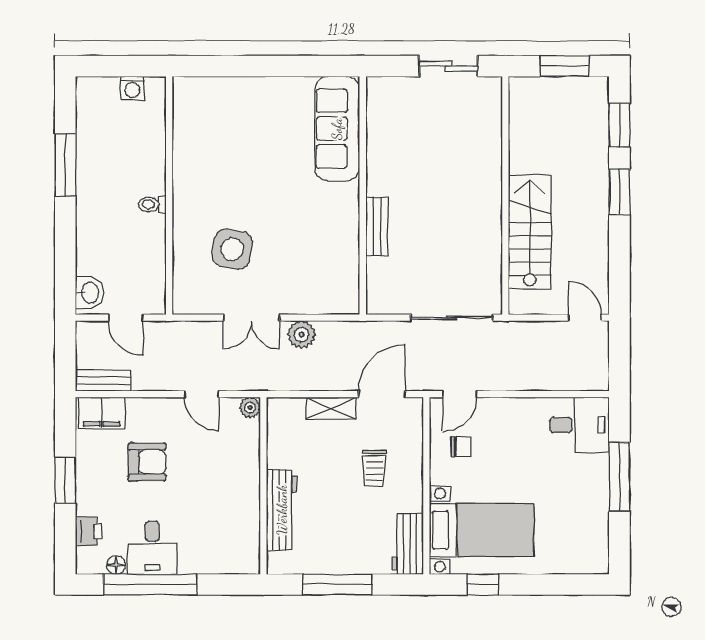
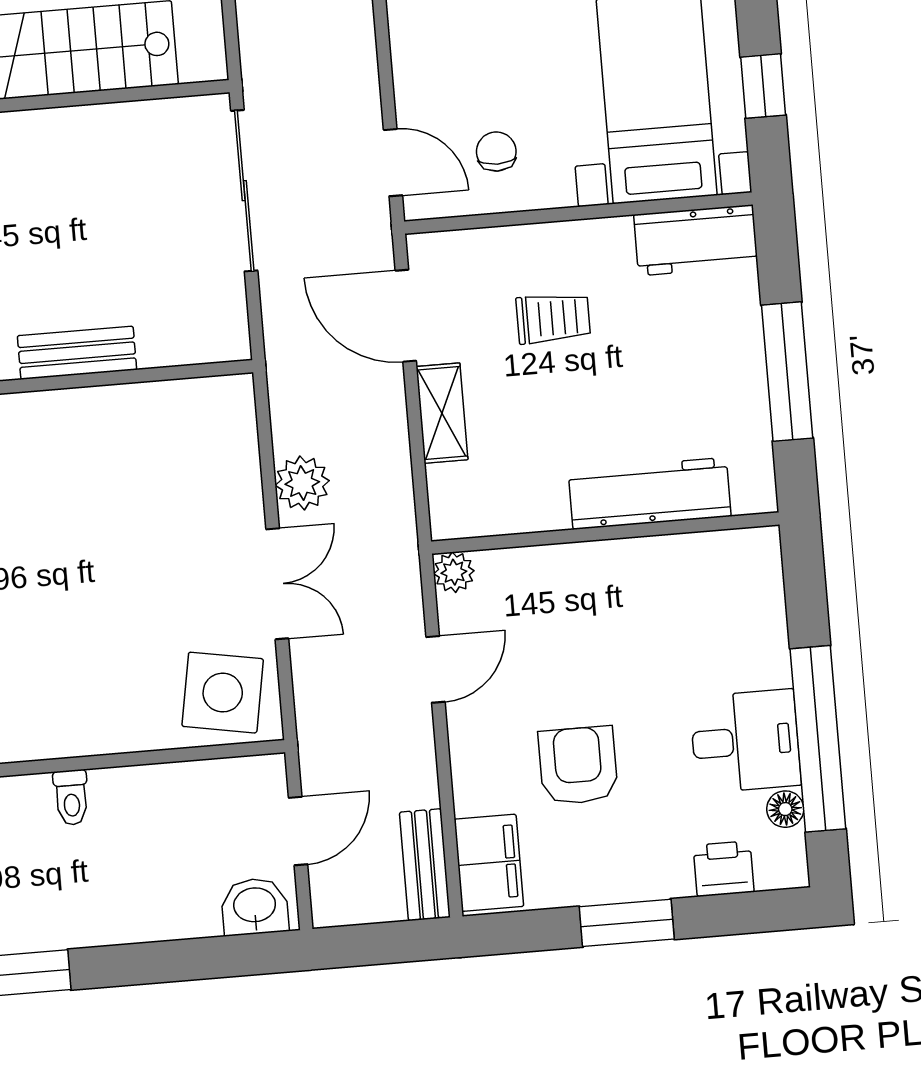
side table: (232, 249) -> (223, 693), moved

